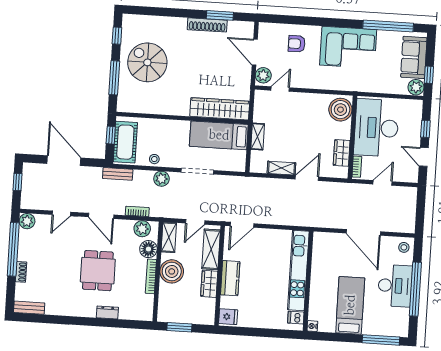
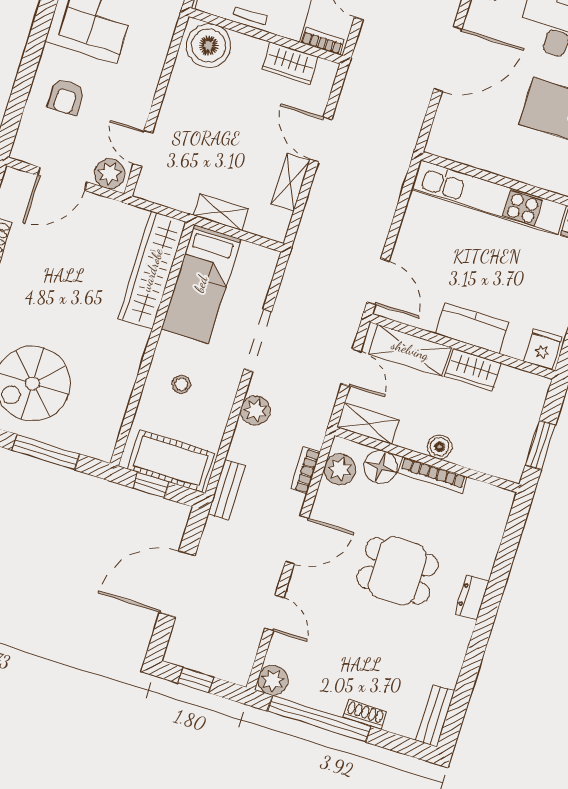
stool: (154, 159) -> (181, 384), moved
boiler: (172, 271) -> (440, 447), width x0.54, depth x0.54
dresser: (107, 312) -> (472, 597), moved

